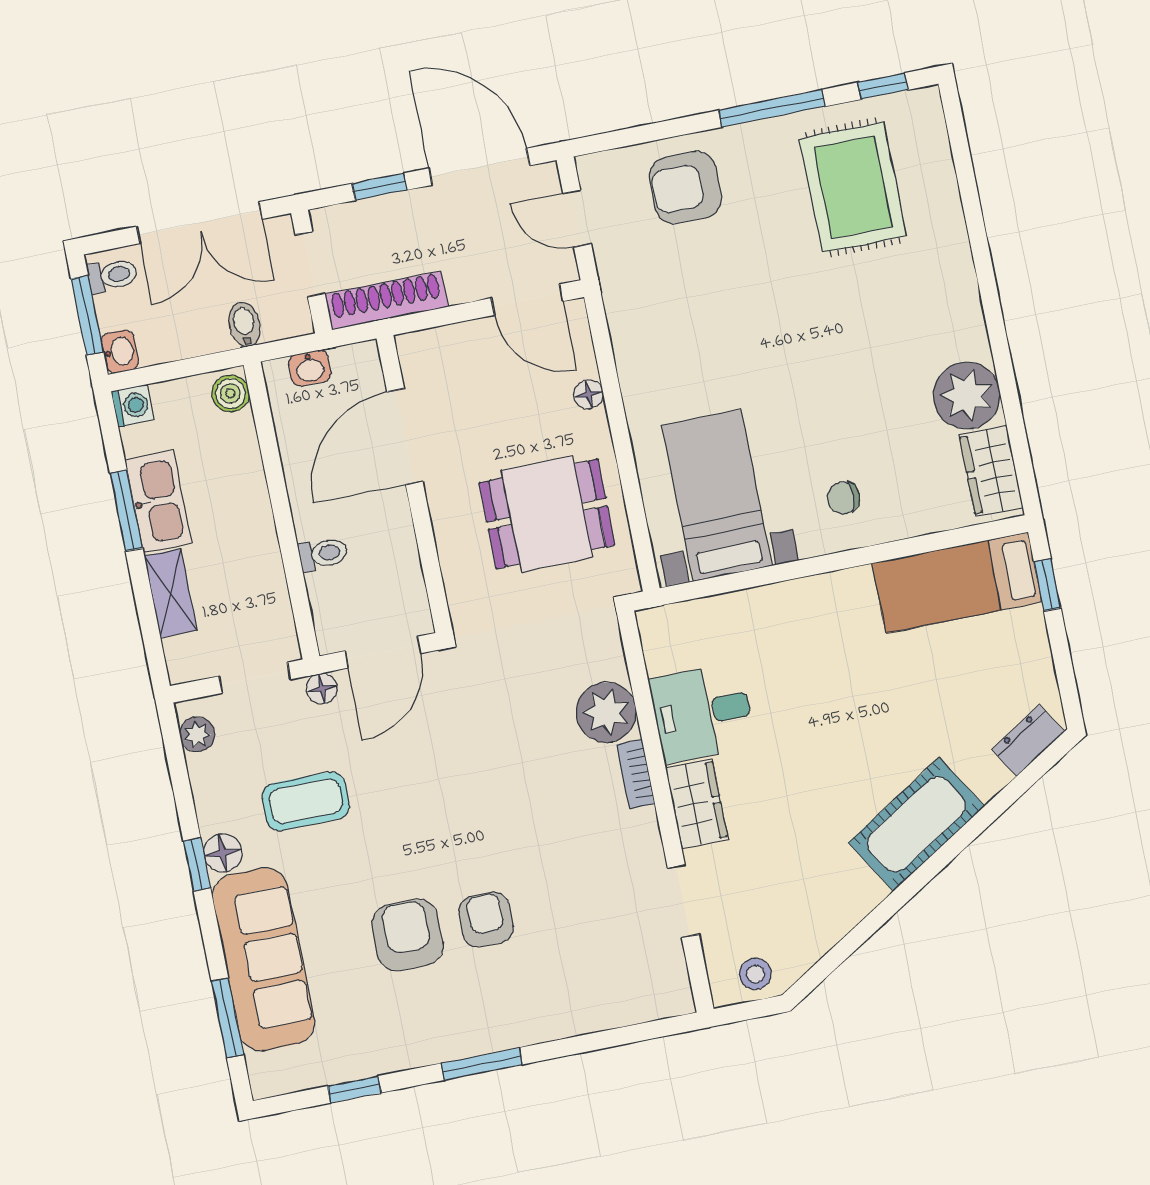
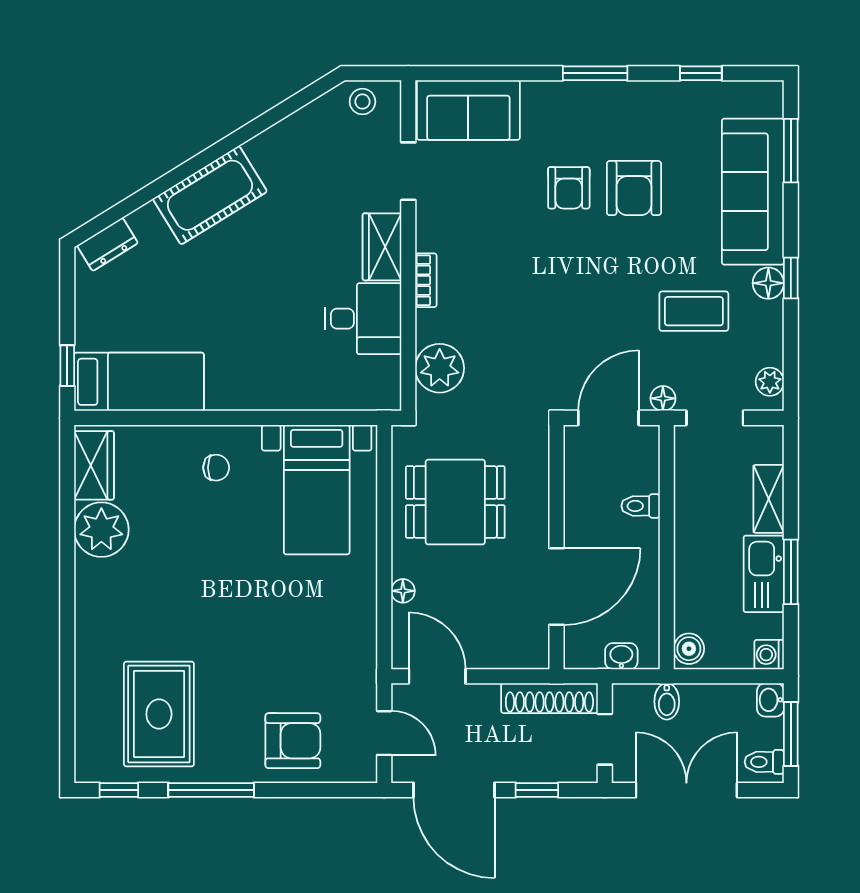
plant: (606, 712) -> (440, 368), moved
sofa: (626, 989) -> (468, 110), added

